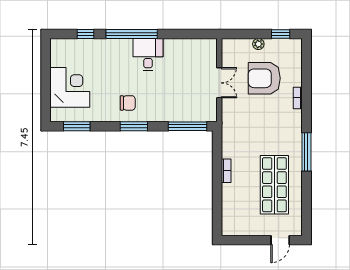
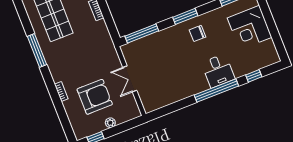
desk: (148, 54) -> (218, 71), moved

